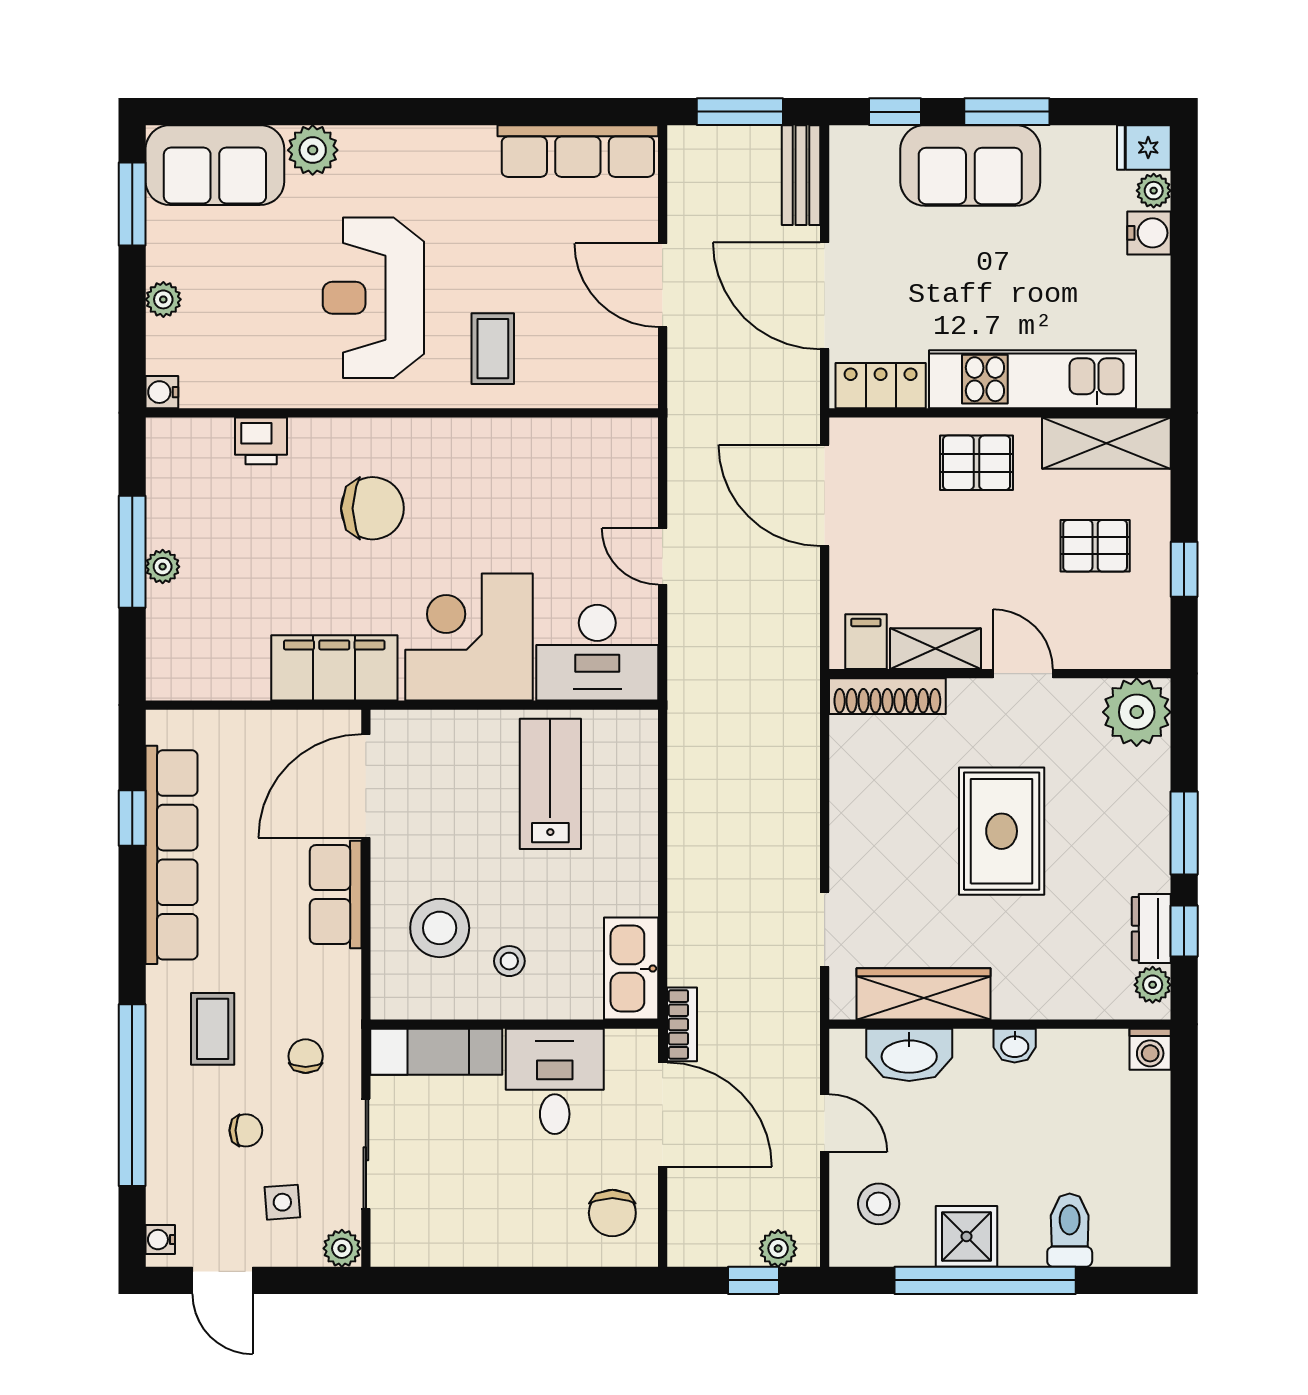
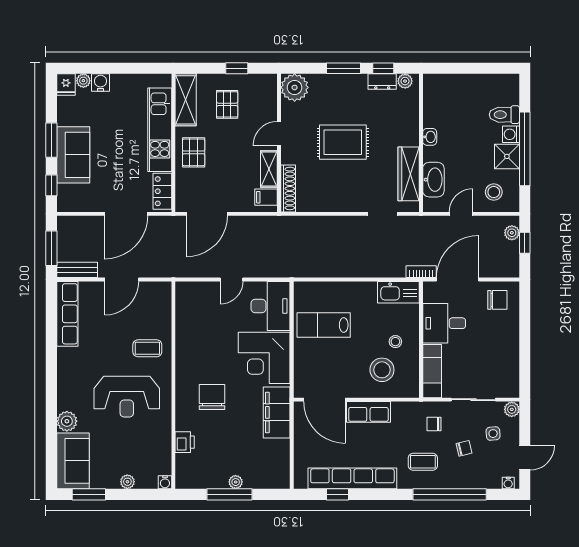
bench: (801, 175) -> (77, 270), moved
washing machine: (1150, 1049) -> (511, 134), moved, turned 180
chair: (246, 1130) -> (464, 448), turned 76

